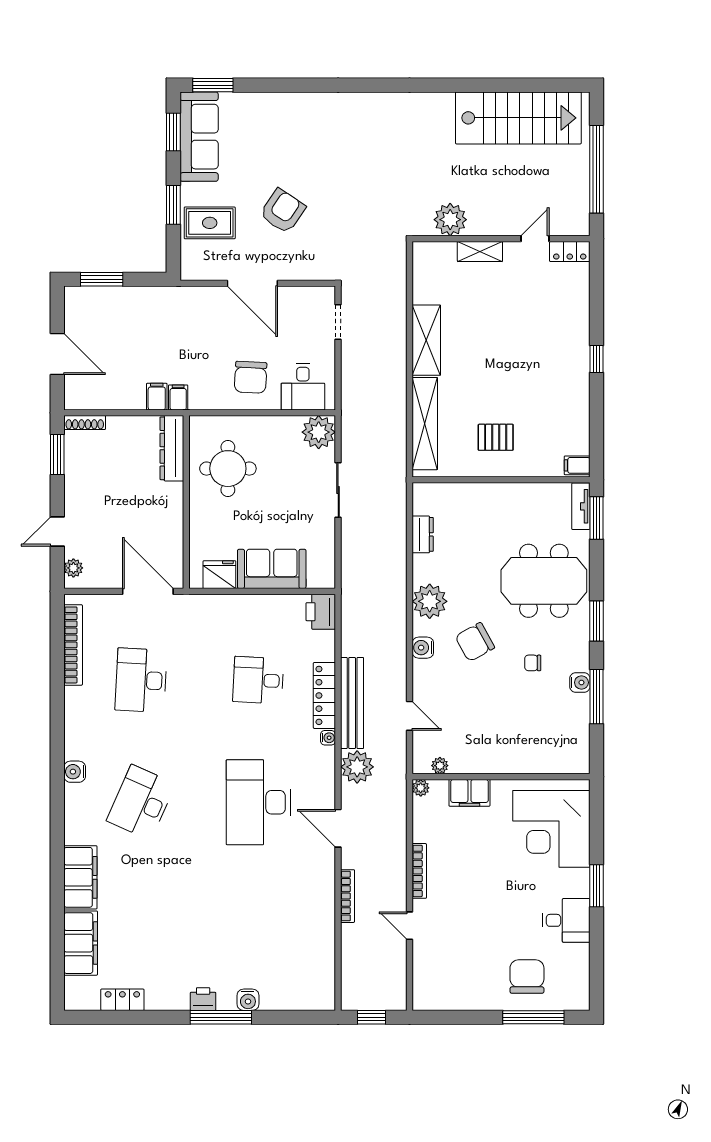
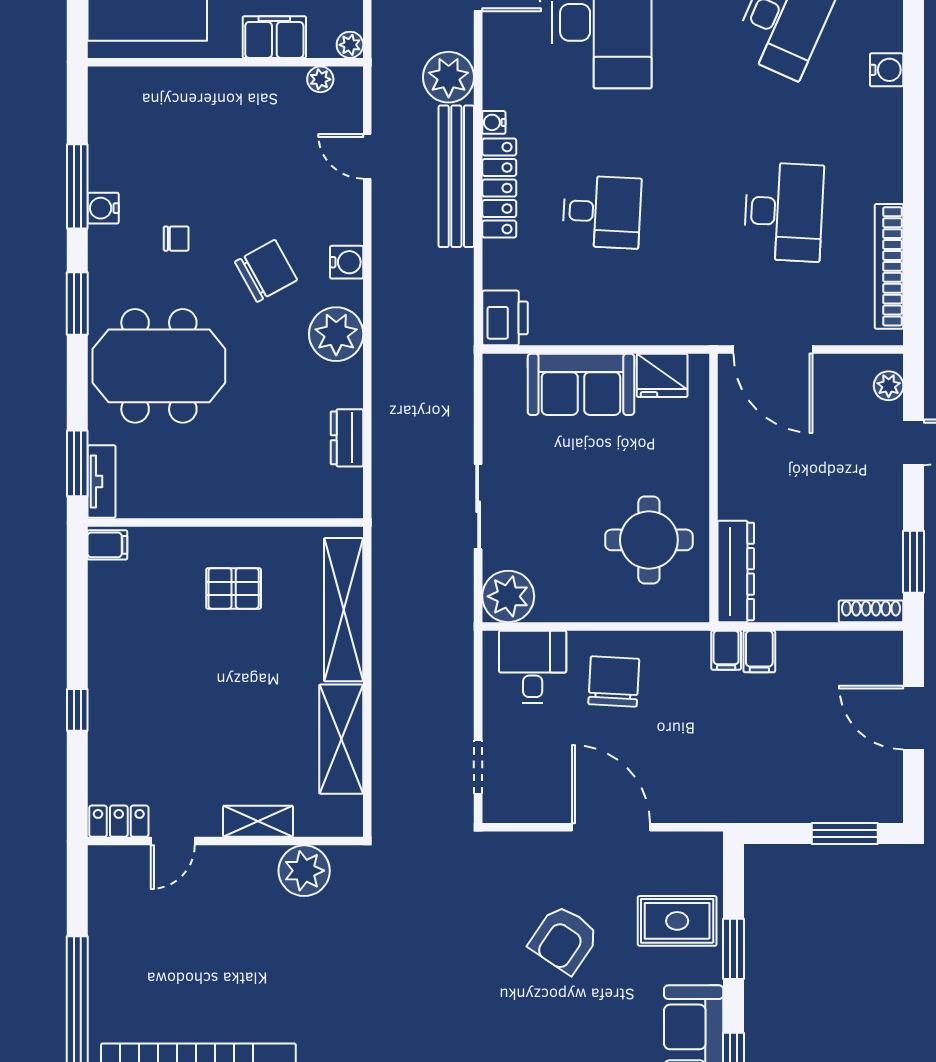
plant: (450, 220) -> (304, 871), moved
wall: (501, 239) -> (225, 841), moved
door: (535, 239) -> (173, 841), moved
shelving: (480, 251) -> (258, 821), moved
locker: (570, 251) -> (119, 821), moved

